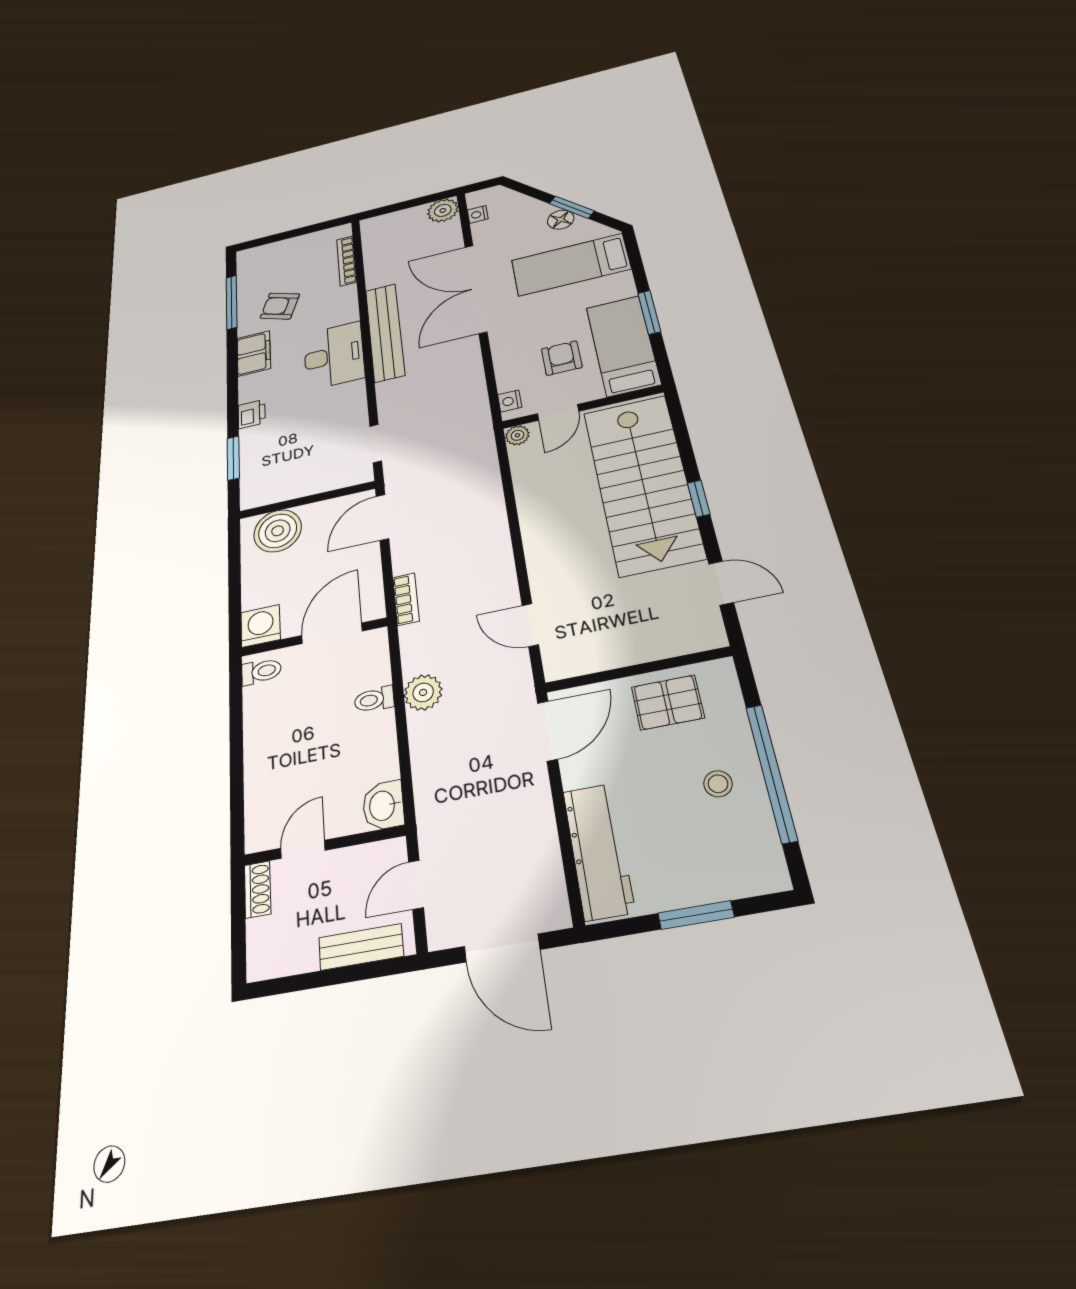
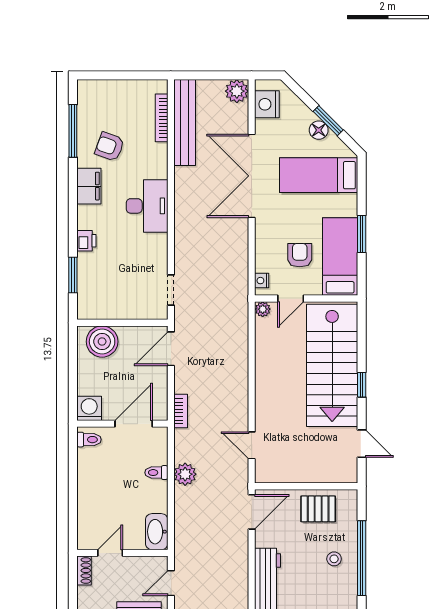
nightstand: (478, 214) -> (267, 104), width x1.89, depth x1.79
bench: (385, 332) -> (185, 123), moved
washbasin: (383, 806) -> (157, 532), width x1.38

